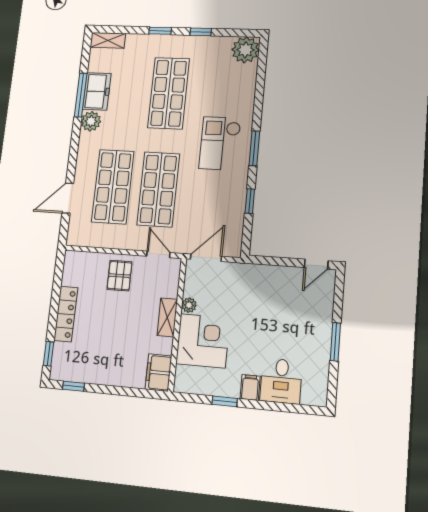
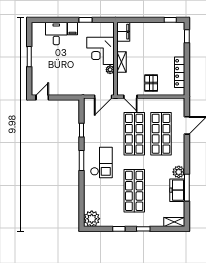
locker: (66, 314) -> (180, 72), moved

